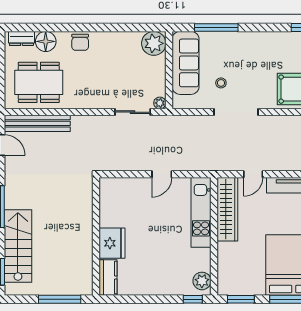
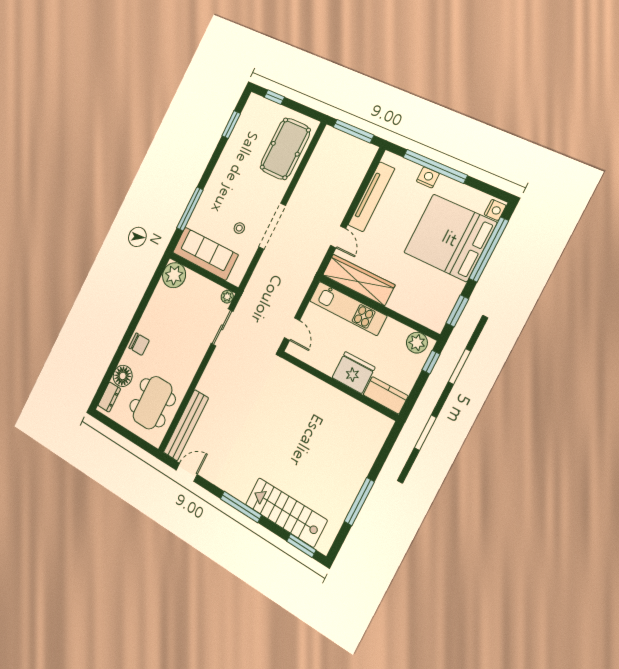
wall: (96, 236) -> (338, 385), moved
fridge: (112, 243) -> (353, 373), moved
kitchen counter: (108, 278) -> (386, 395), moved

